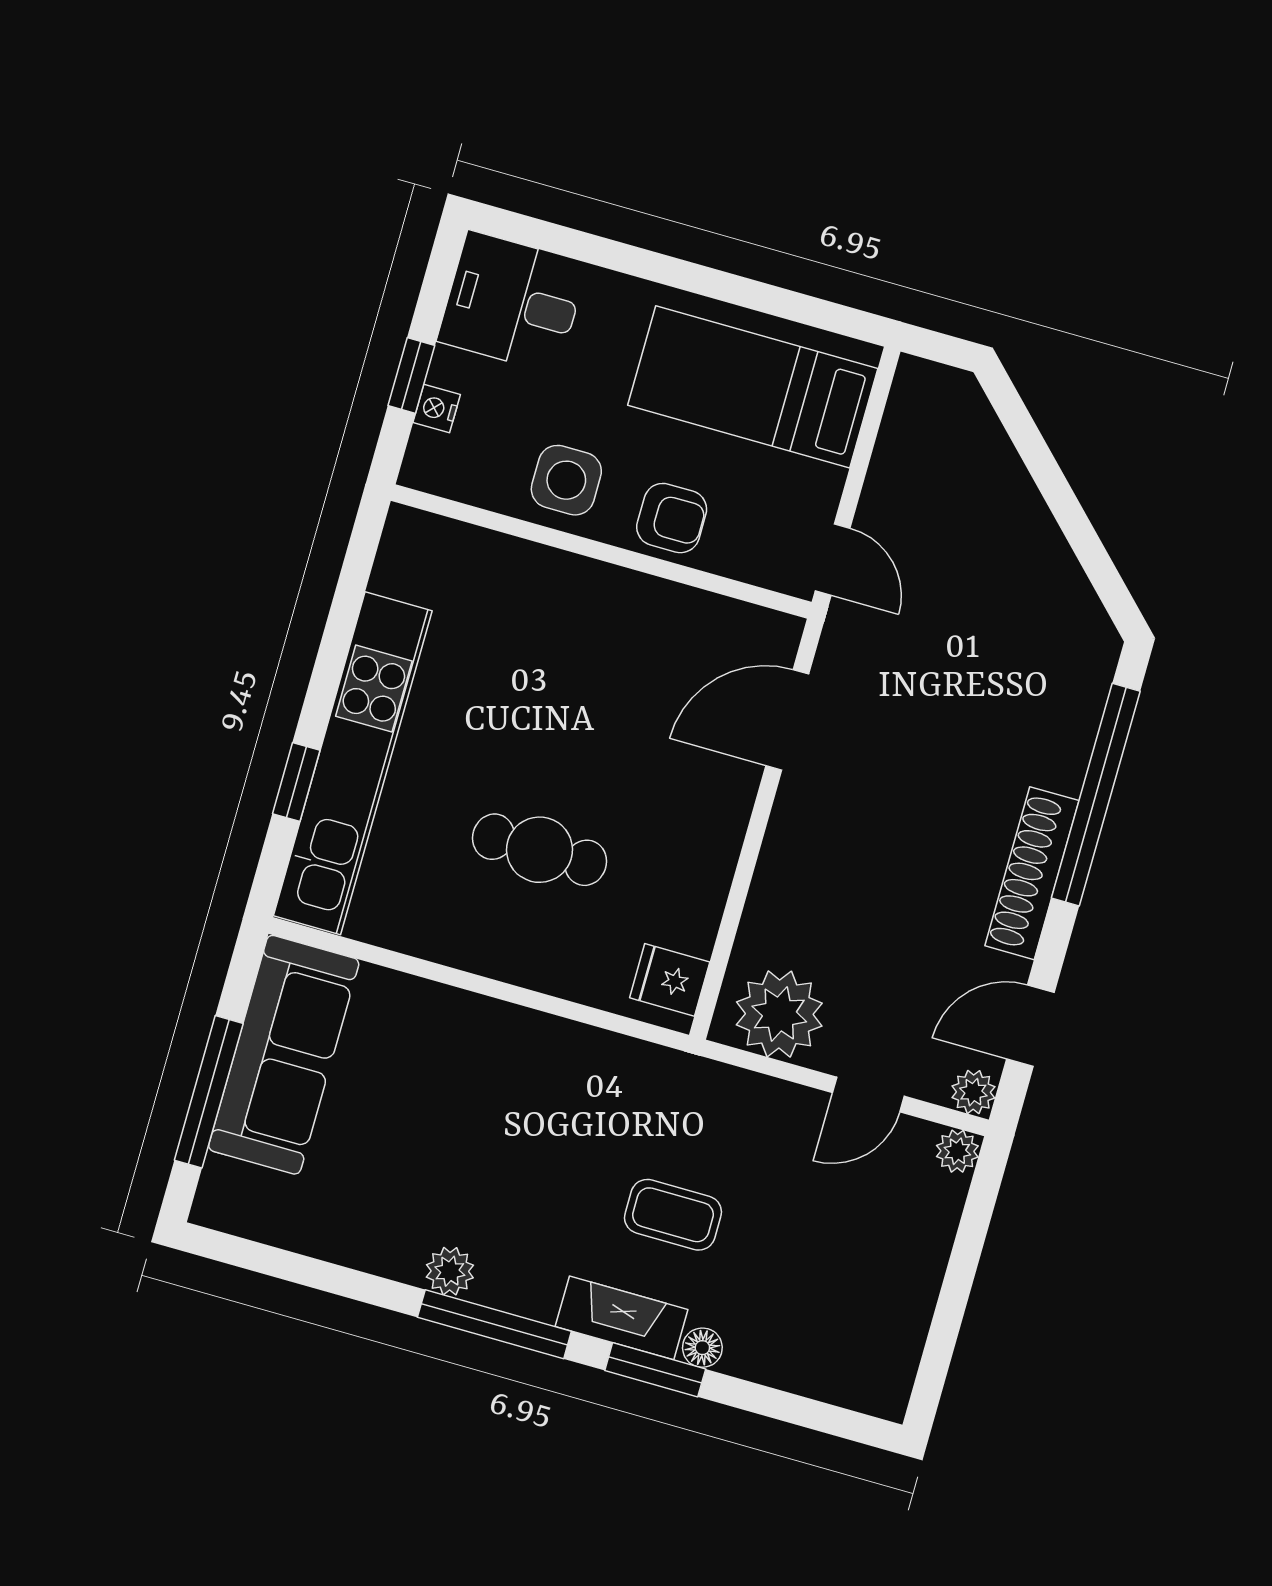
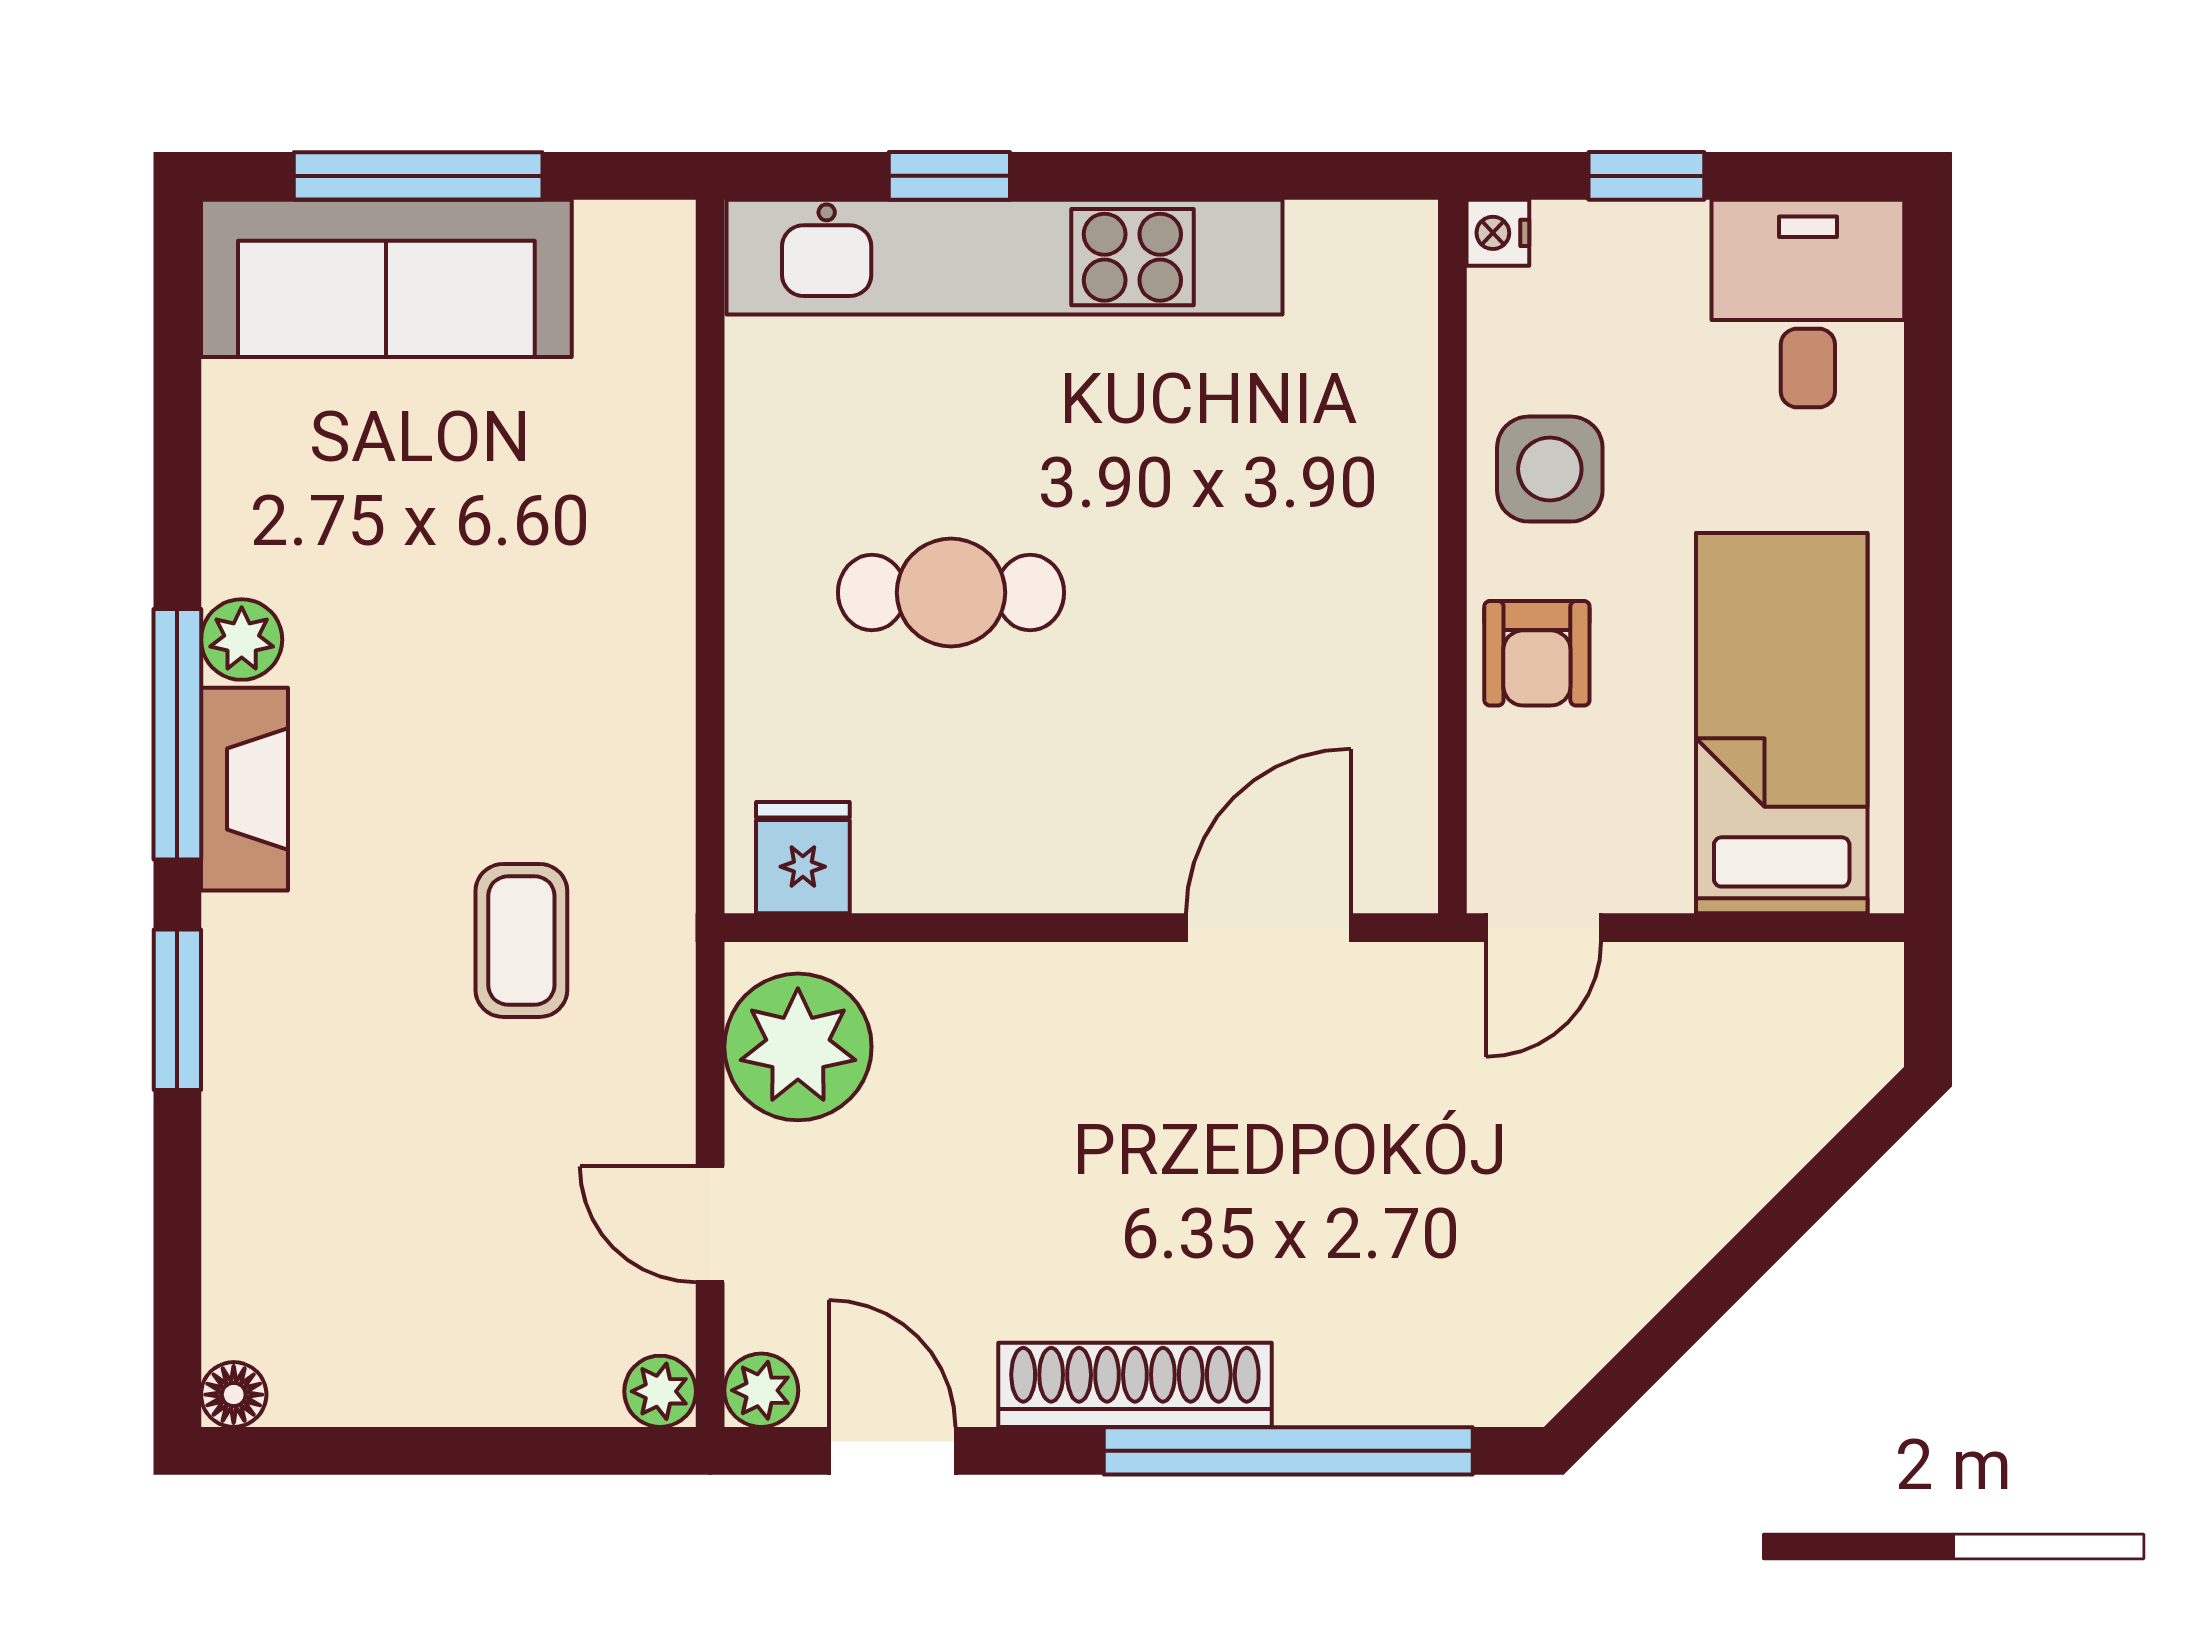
nightstand: (437, 409) -> (1498, 233), moved, turned -90
door: (787, 720) -> (1268, 928), hinge flipped
cafe table: (540, 850) -> (951, 593), turned 90
sofa: (284, 1055) -> (386, 278), moved
coffee table: (673, 1215) -> (521, 940), moved
fireplace: (622, 1318) -> (244, 789), moved
floor lamp: (702, 1348) -> (234, 1395), moved

